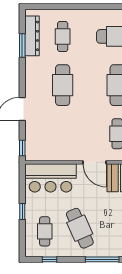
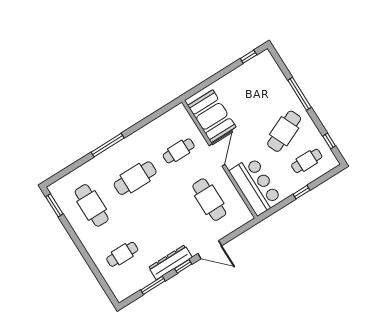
dresser: (32, 36) -> (170, 262), moved
cafe table: (63, 85) -> (209, 200), moved, turned 90
window: (22, 148) -> (183, 266), moved

